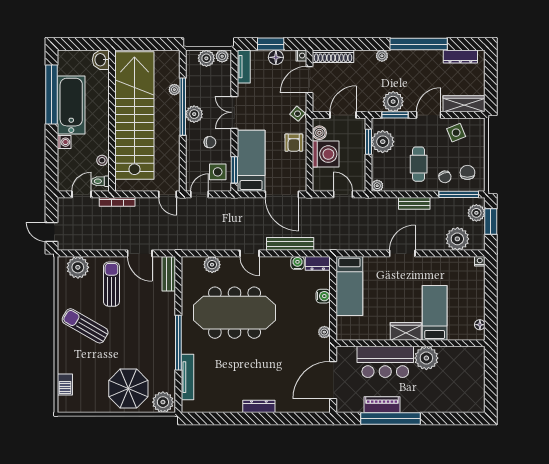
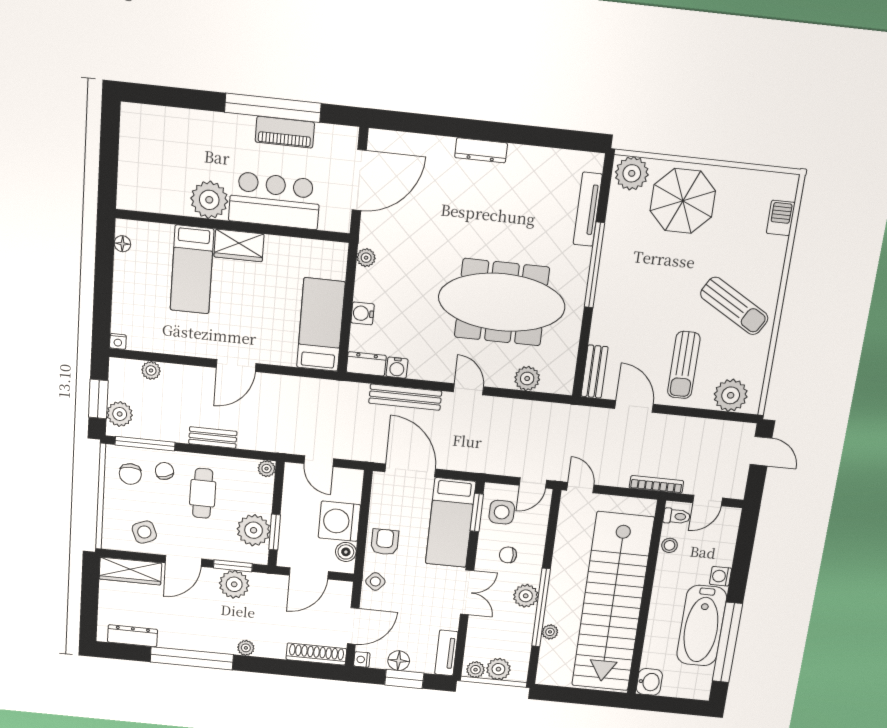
plant: (457, 239) -> (151, 370), width x0.53, depth x0.53

